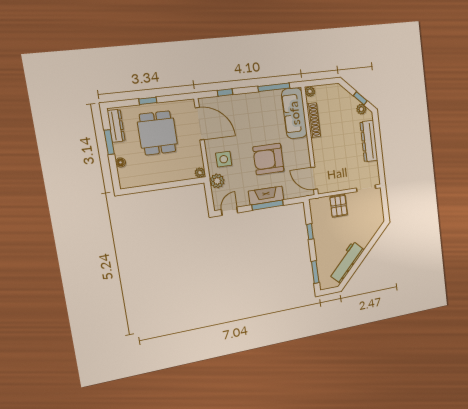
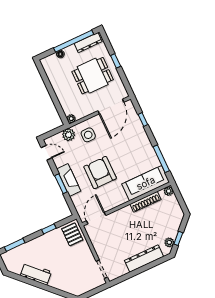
window: (109, 142) -> (74, 41), width x2.11
window: (268, 205) -> (61, 184), width x0.69
pallet: (339, 206) -> (72, 234), moved, turned 90
workbench: (347, 262) -> (36, 274), width x0.73

